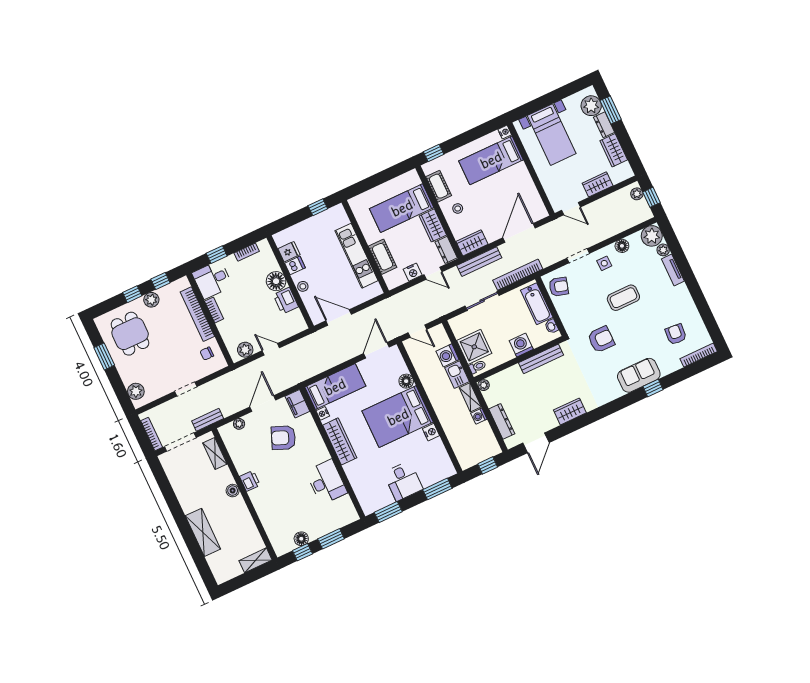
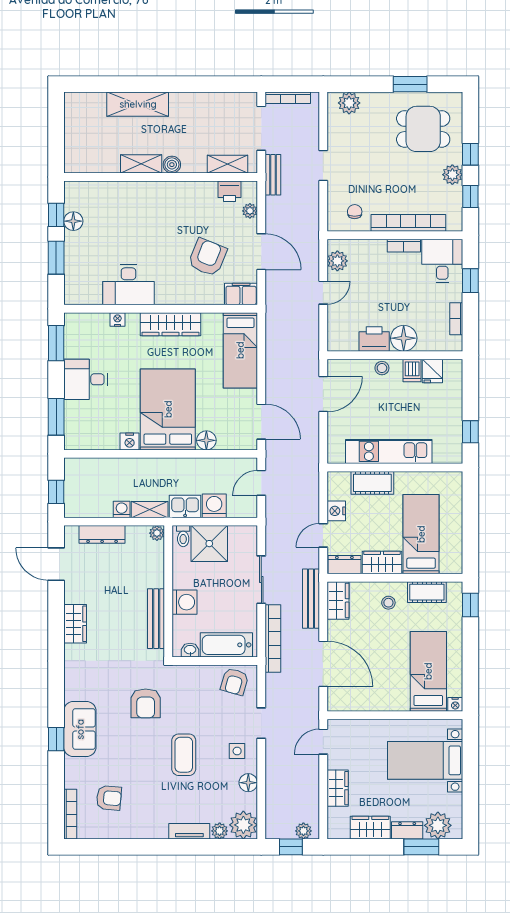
nightstand: (323, 413) -> (118, 319), moved
printer: (250, 481) -> (229, 191), moved
shelving: (256, 560) -> (141, 164), moved, turned 90

